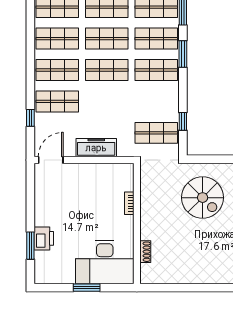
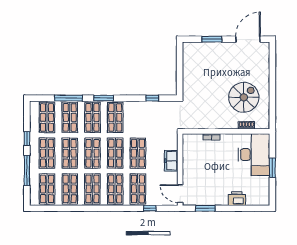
shop shelf: (156, 133) -> (138, 153), moved
freezer: (96, 148) -> (171, 161), width x0.71
spiral stairs: (203, 198) -> (244, 97), moved
window: (30, 246) -> (205, 208), moved

